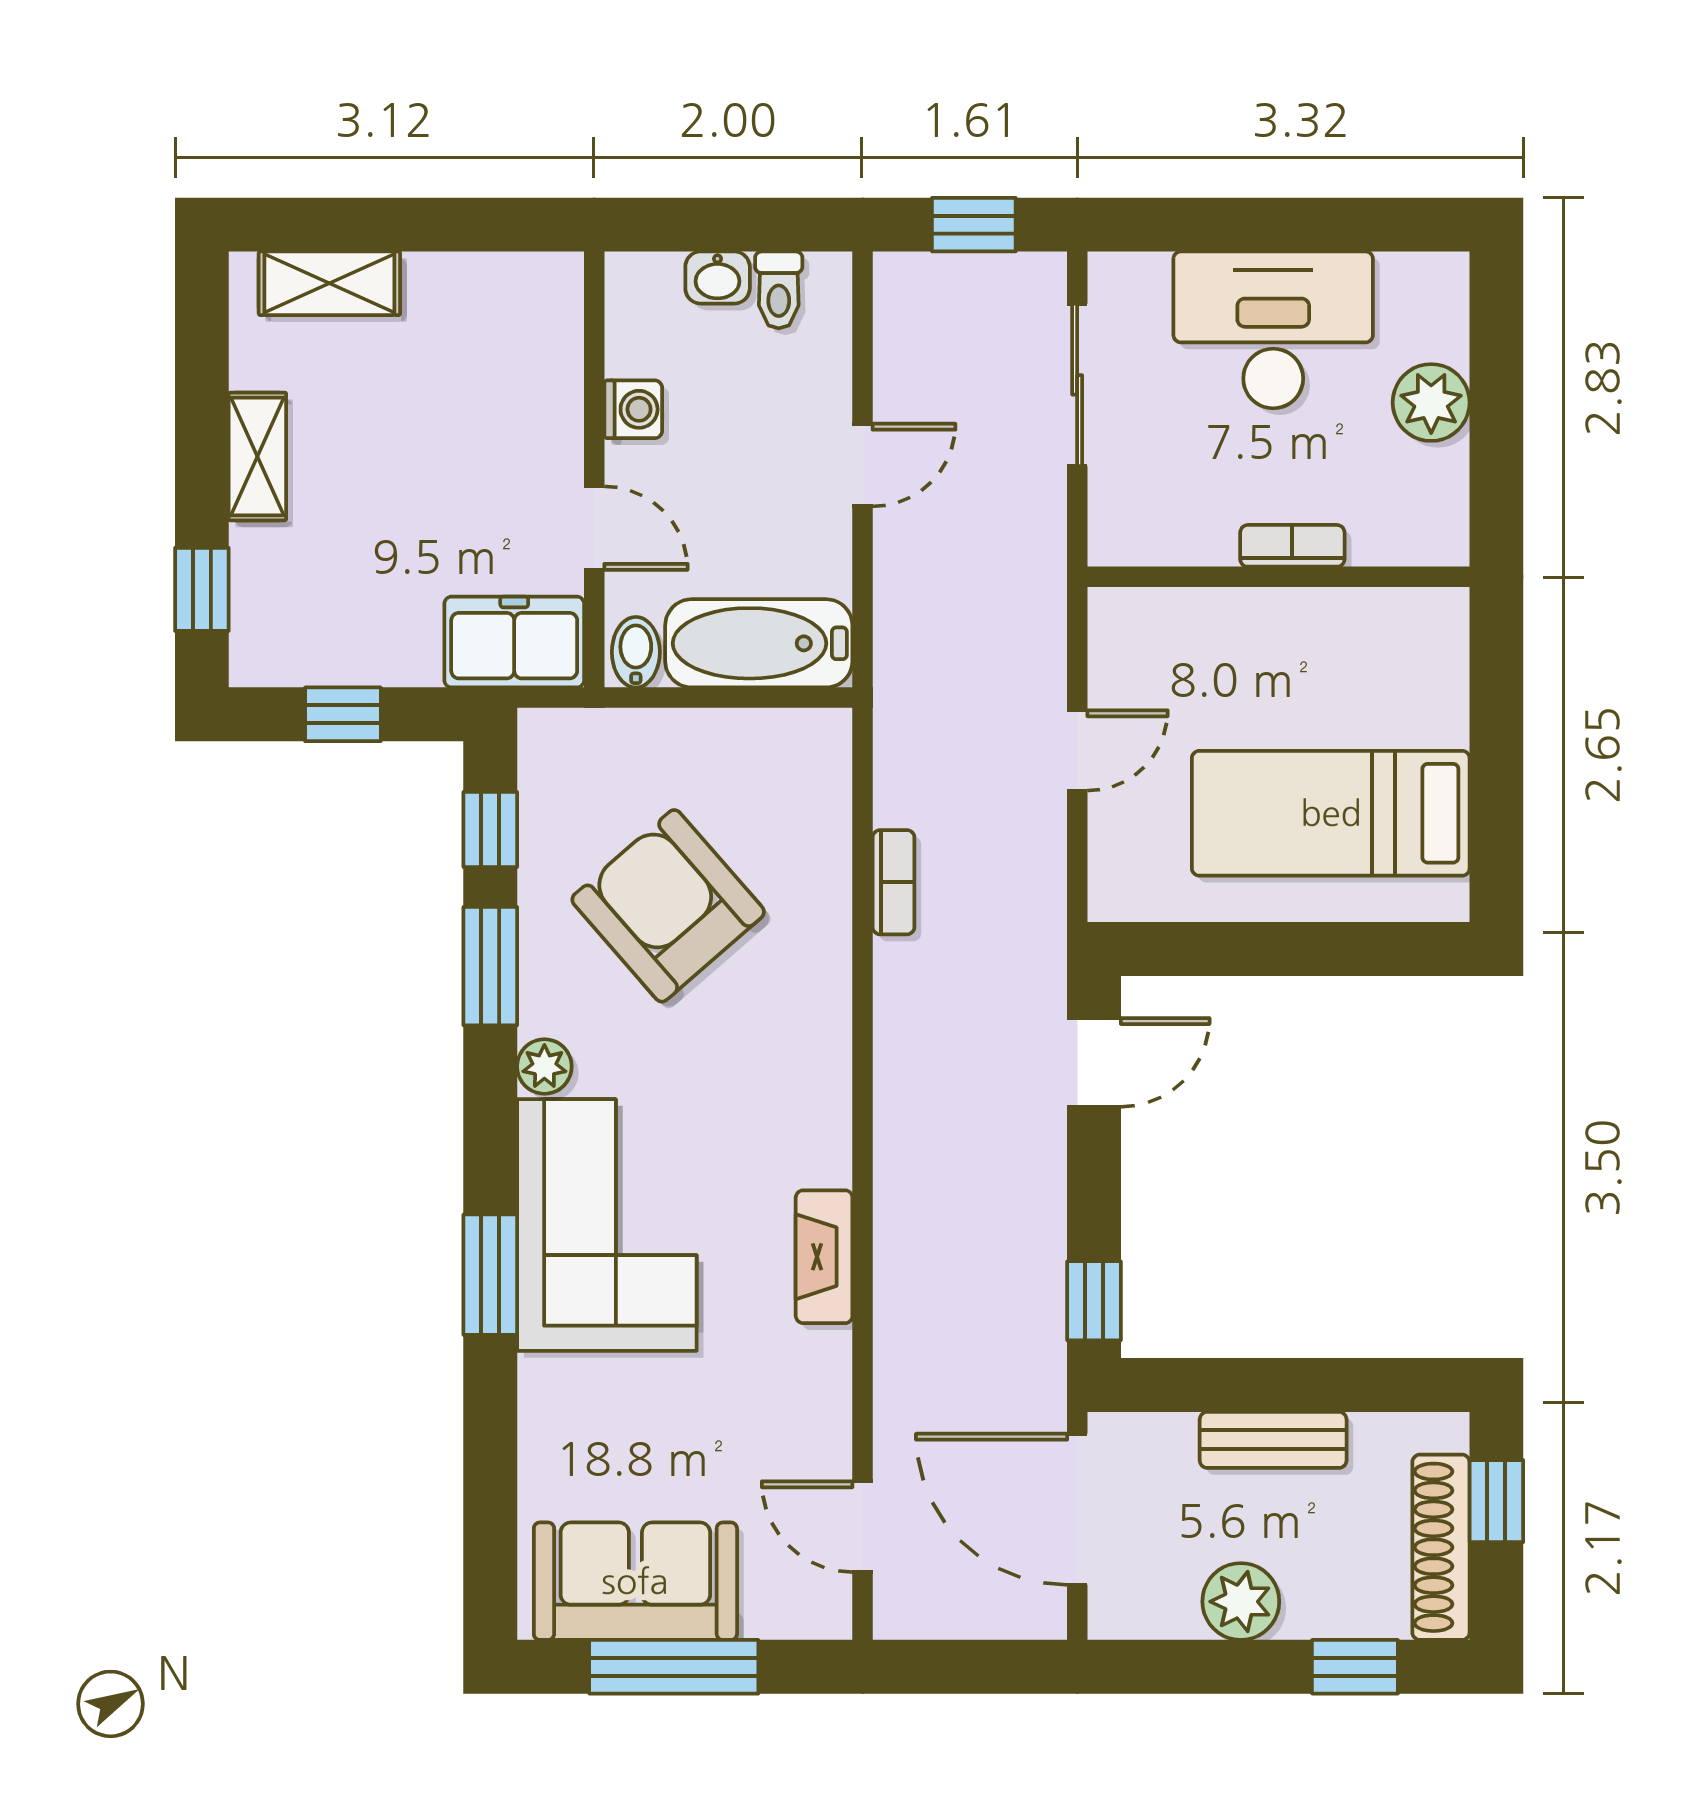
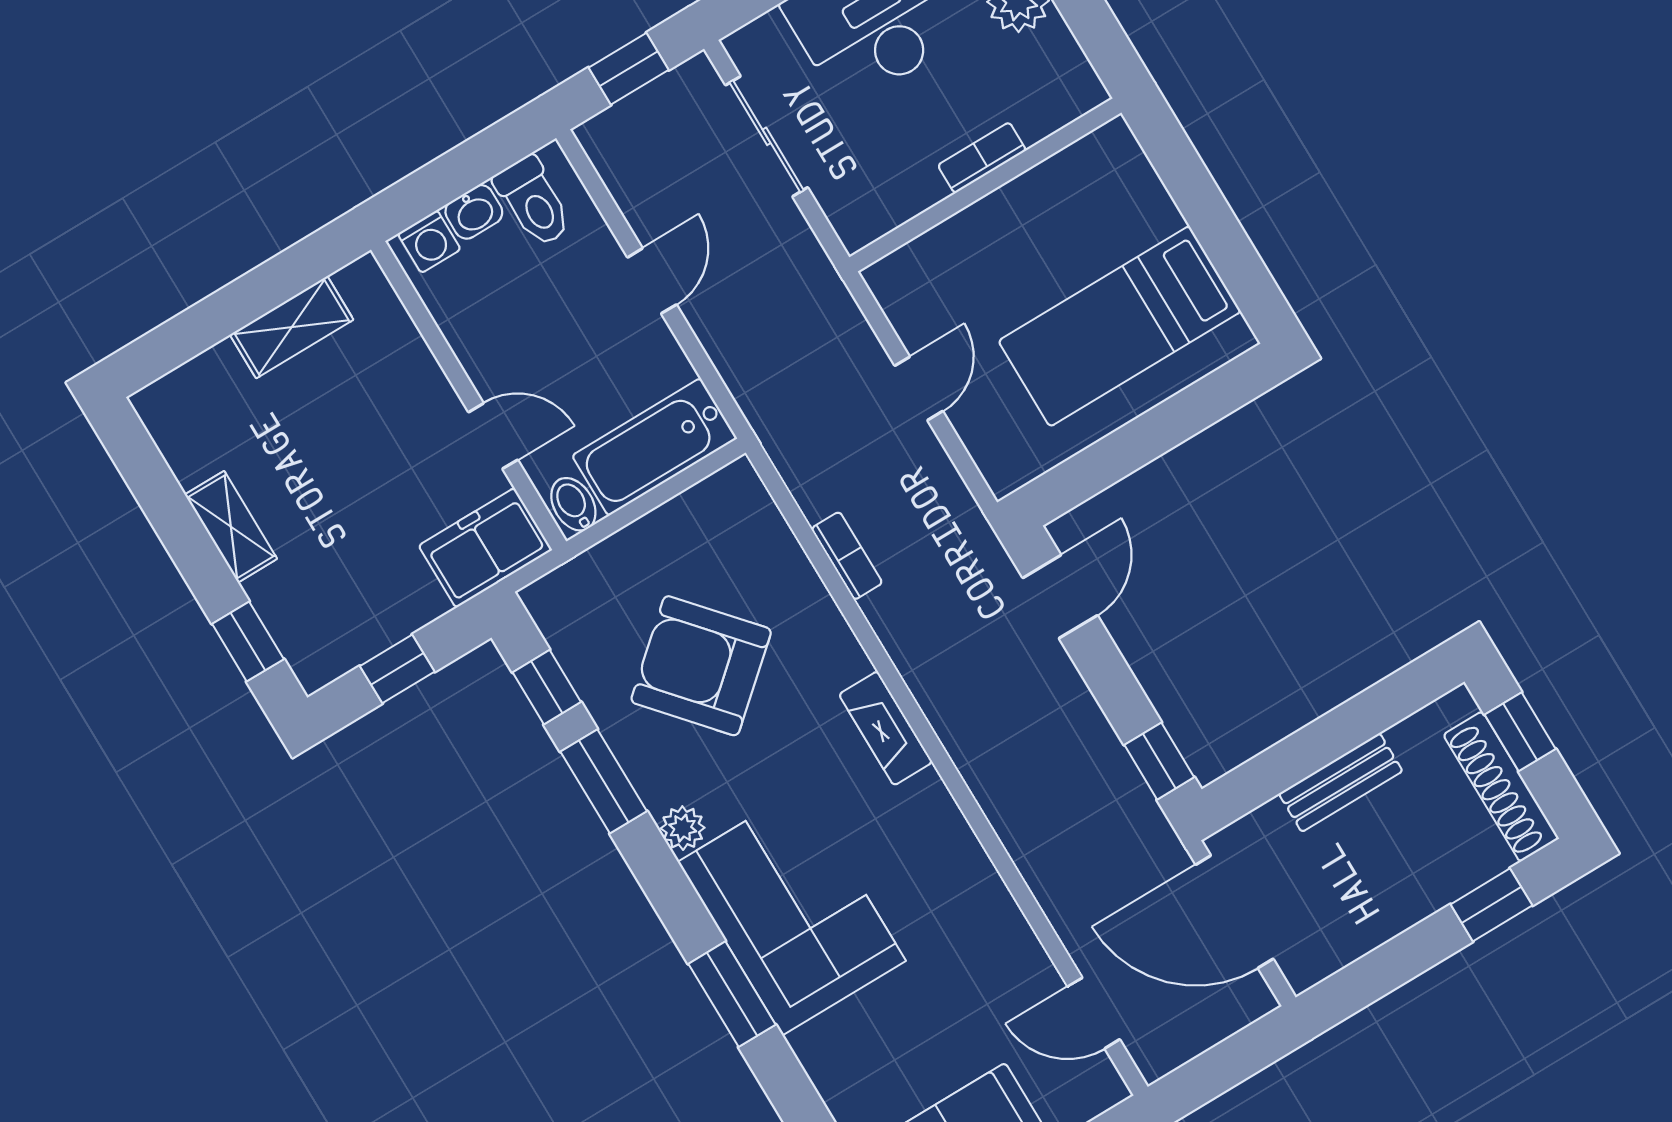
shelving: (329, 283) -> (292, 327), moved
toilet: (779, 290) -> (533, 202), width x1.37, depth x1.39
washing machine: (633, 409) -> (429, 242), moved, turned 90
fireplace: (824, 1257) -> (886, 728), moved
plant: (1241, 1602) -> (1386, 907), removed

